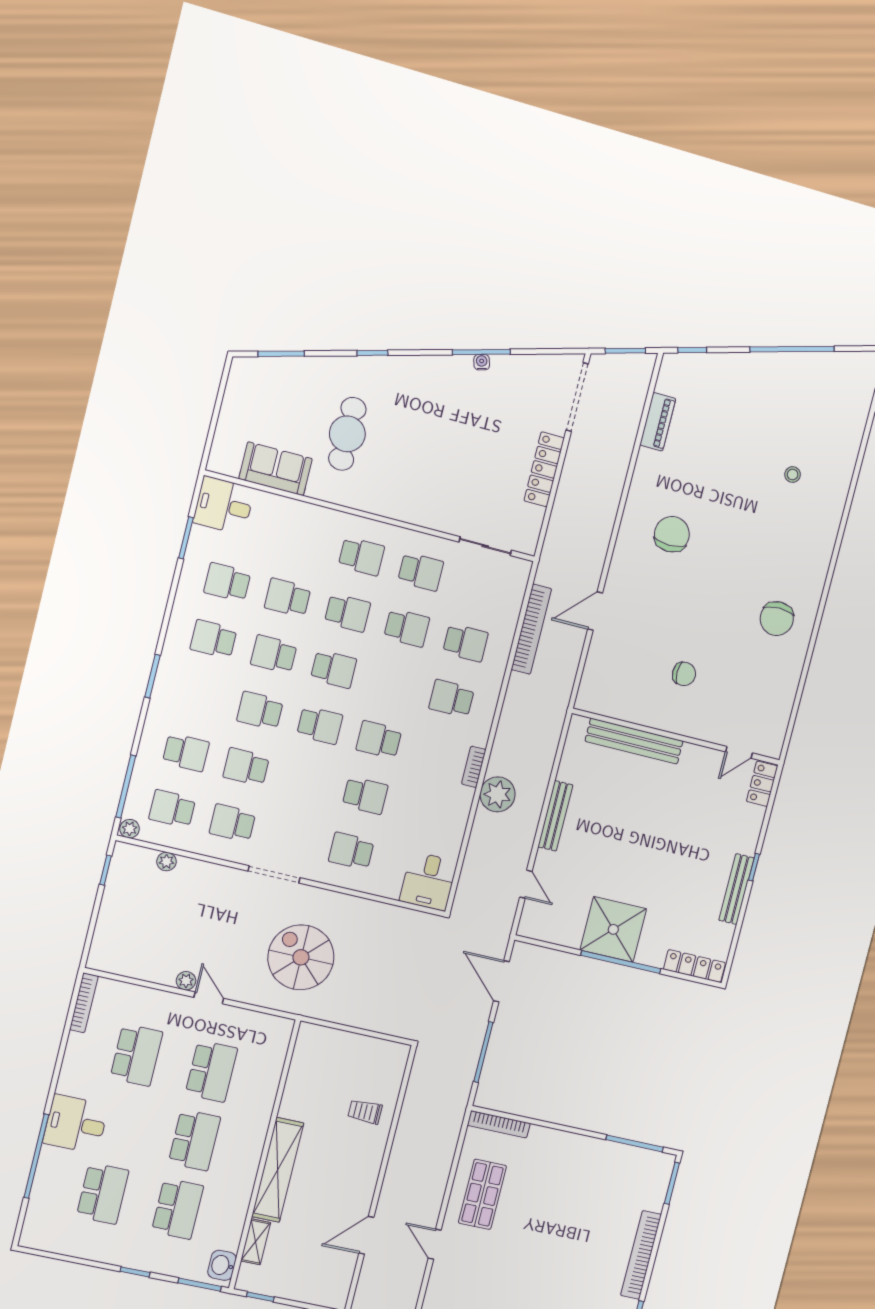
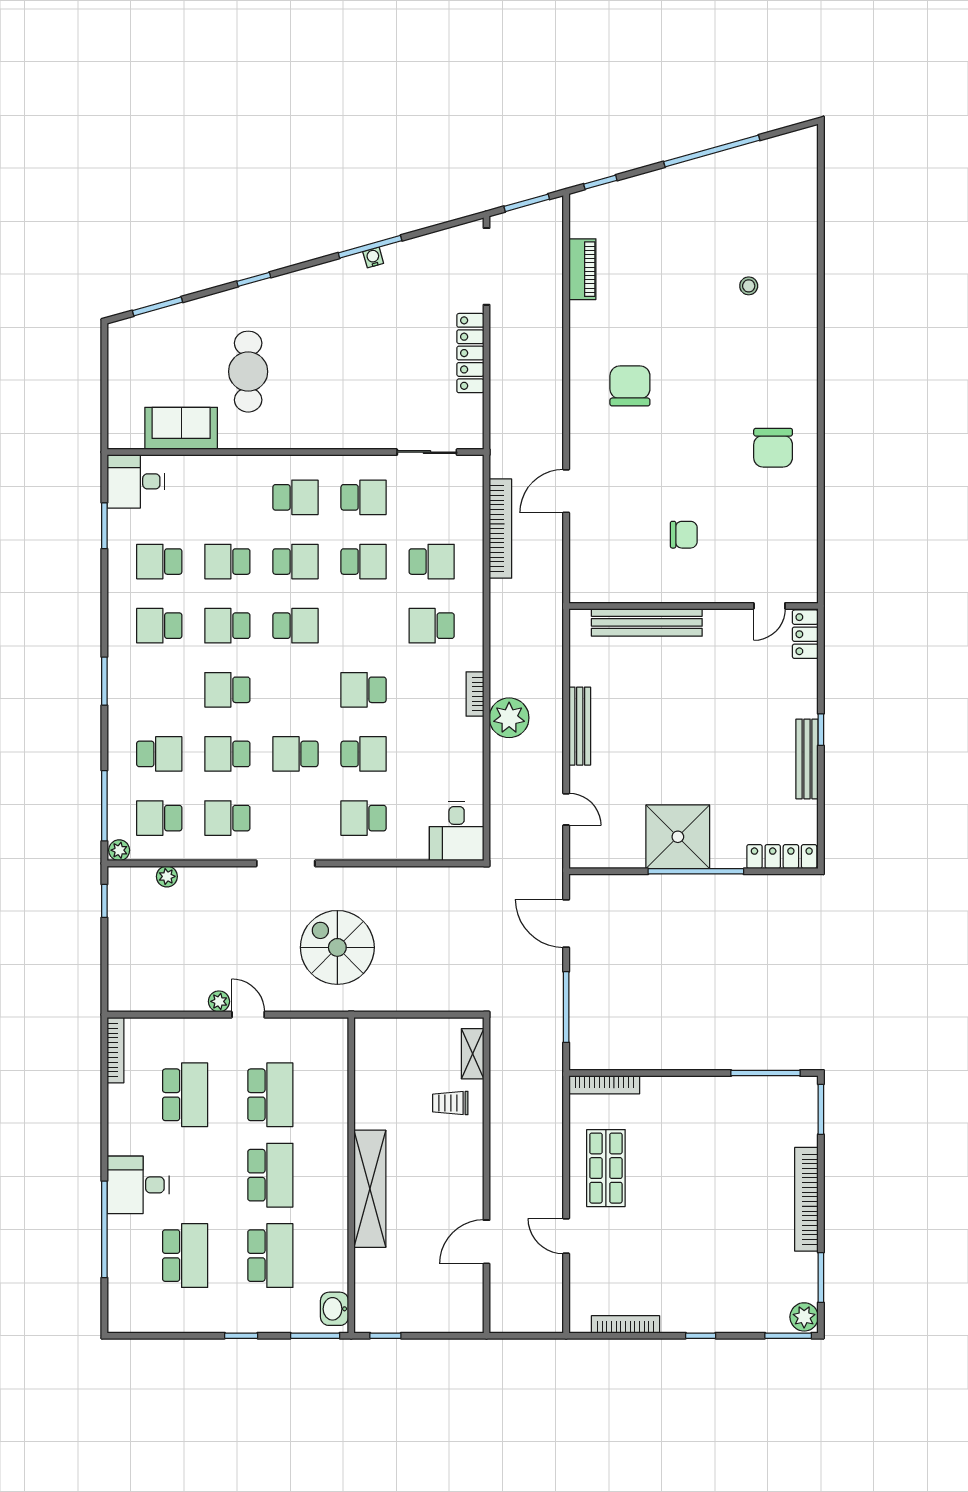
school desk: (320, 725) -> (295, 754), moved, turned 180
shelving: (256, 1242) -> (473, 1054), moved

